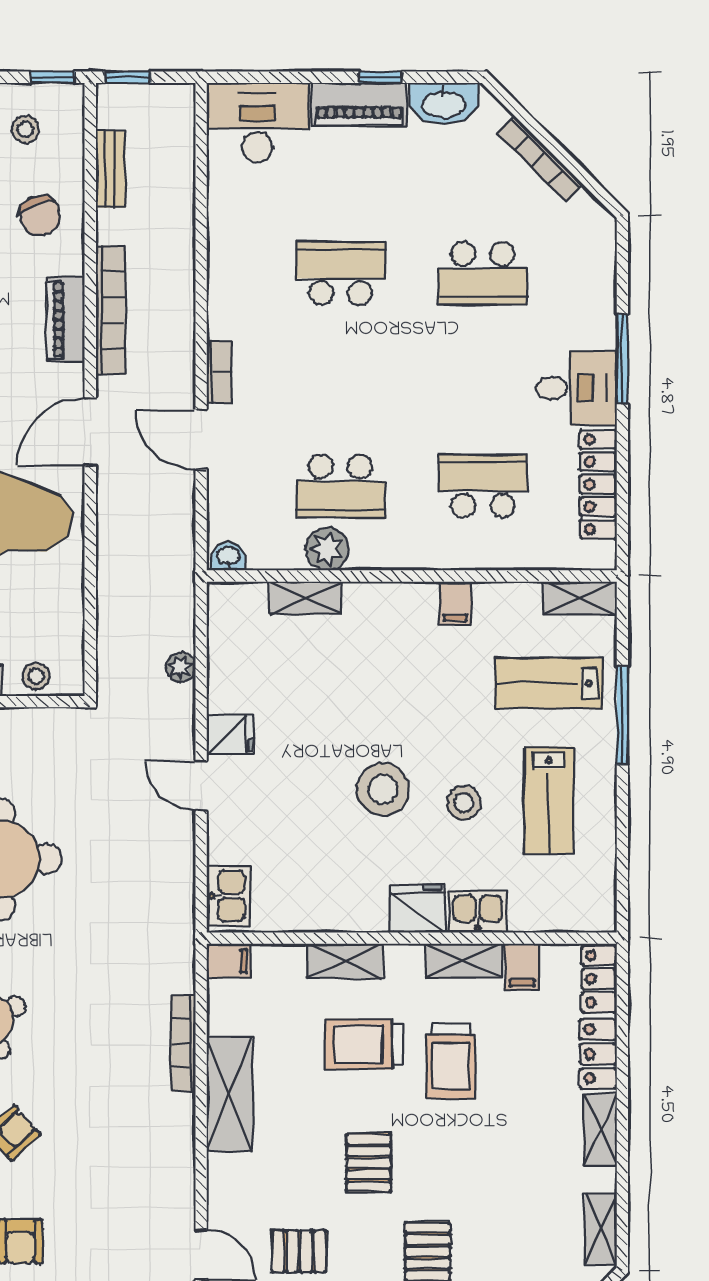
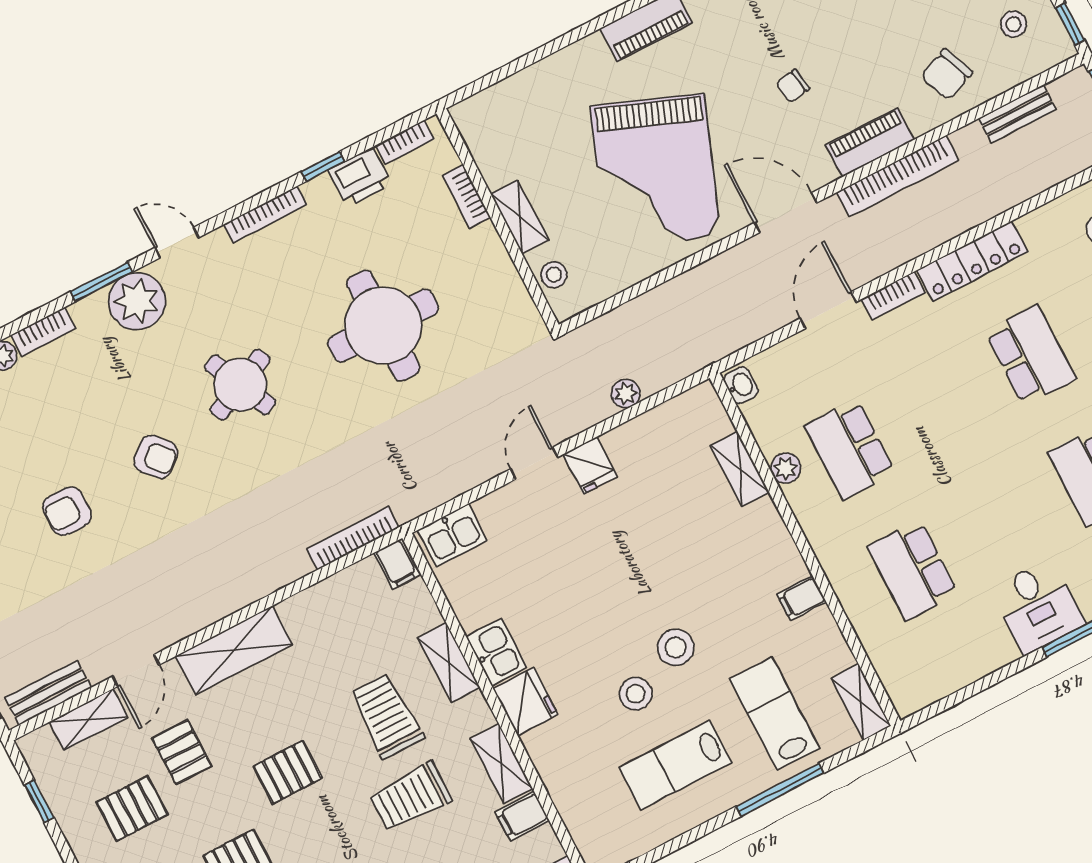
locker: (598, 484) -> (972, 261), moved, turned 180
school desk: (483, 486) -> (913, 570), turned 180
plant: (327, 549) -> (786, 468), width x0.73, depth x0.73
stool: (383, 789) -> (676, 647), moved, width x0.73, depth x0.73
kitchen sink: (478, 912) -> (496, 652), moved
bookcase: (183, 1043) -> (353, 538), moved
shelving: (230, 1094) -> (234, 650), moved

